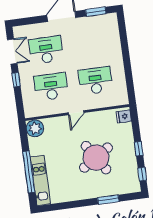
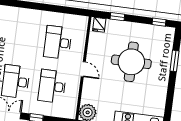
window: (139, 149) -> (117, 17), moved
round table: (96, 158) -> (131, 62), turned 33

